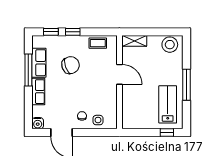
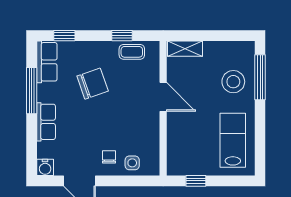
window: (73, 32) -> (122, 36), moved
stool: (170, 45) -> (233, 82), moved
row of seats: (39, 63) -> (47, 62), moved
window: (187, 85) -> (260, 77), moved
window: (167, 133) -> (196, 181), moved

